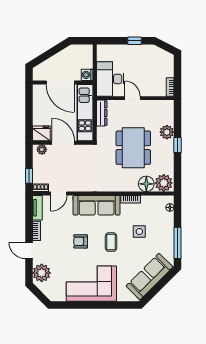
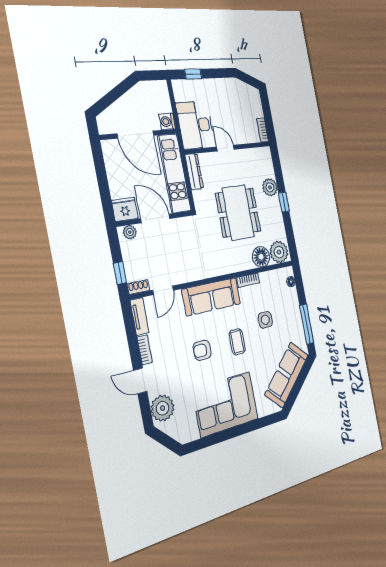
window: (135, 41) -> (193, 74), moved

